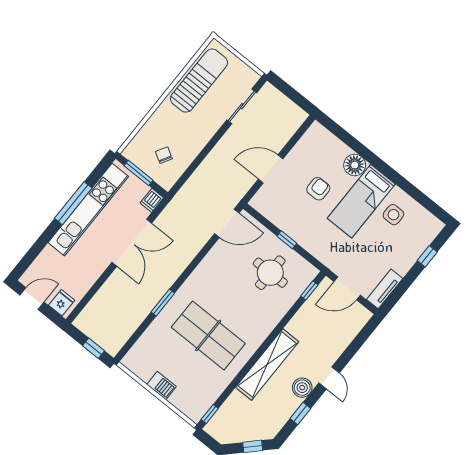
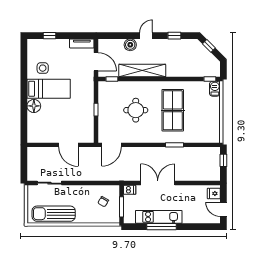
armchair: (318, 189) -> (59, 114), removed
kitchen unit: (88, 210) -> (159, 217), width x0.73
door: (227, 223) -> (111, 145), swing flipped
round table: (270, 273) -> (136, 110), moved
shelving: (267, 364) -> (142, 71), moved
barbecue: (162, 385) -> (215, 89), moved
boiler: (302, 388) -> (130, 45), moved

